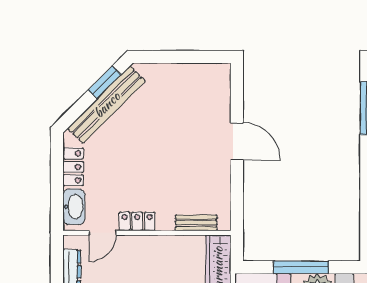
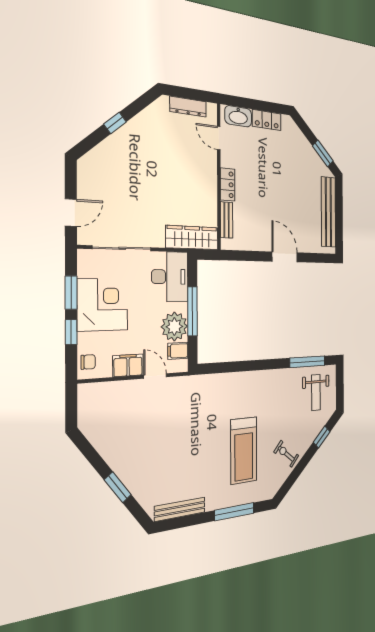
bench: (107, 105) -> (328, 212), moved, turned 45
door: (237, 142) -> (285, 257), swing flipped
locker: (137, 221) -> (228, 185), moved

